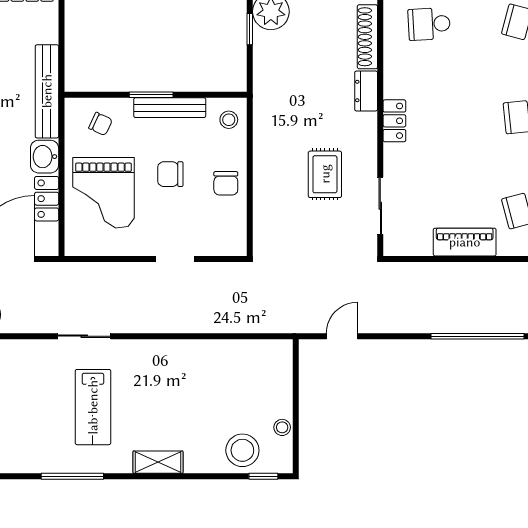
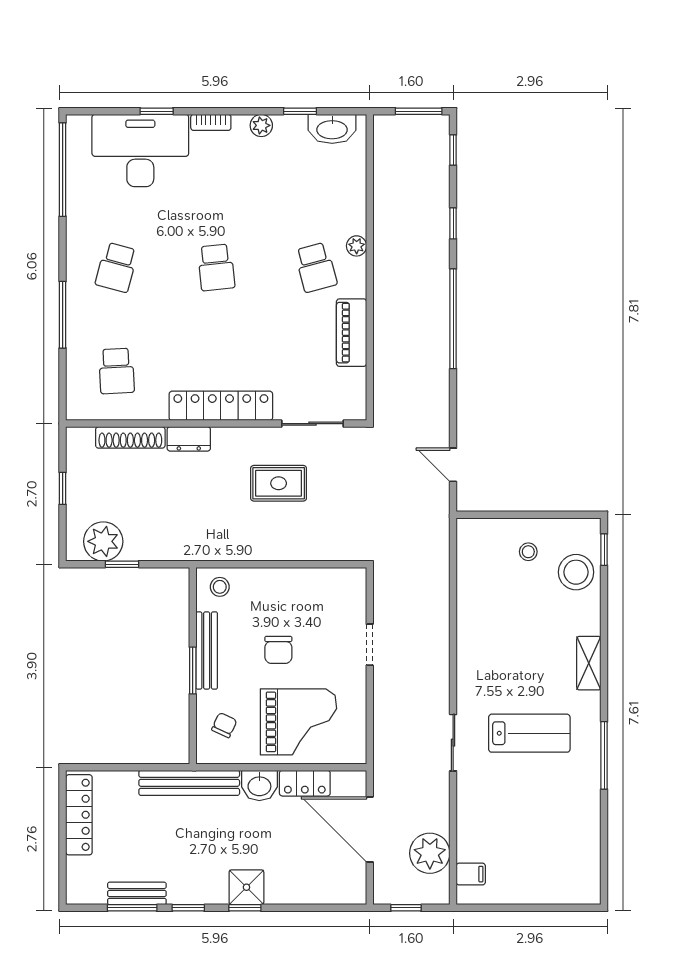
locker: (394, 121) -> (221, 406), width x2.16, depth x1.21
chair: (226, 183) -> (288, 590), removed
stool: (282, 427) -> (528, 552), moved

